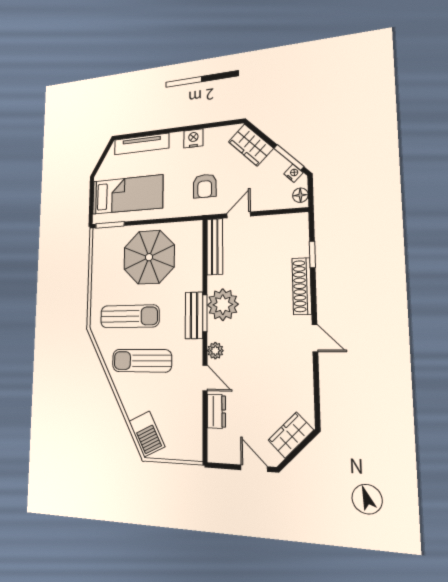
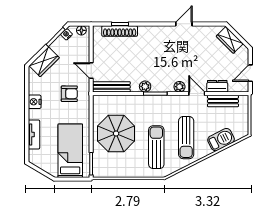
tv unit: (141, 144) -> (34, 135), width x0.71
shoe rack: (302, 286) -> (120, 31), moved
plant: (223, 305) -> (145, 86), width x0.53, depth x0.53
bench: (194, 315) -> (223, 101), moved
door: (315, 338) -> (184, 24), moved
door: (205, 378) -> (197, 94), hinge flipped
barbecue: (147, 434) -> (221, 140), moved
door: (254, 468) -> (250, 73), moved

